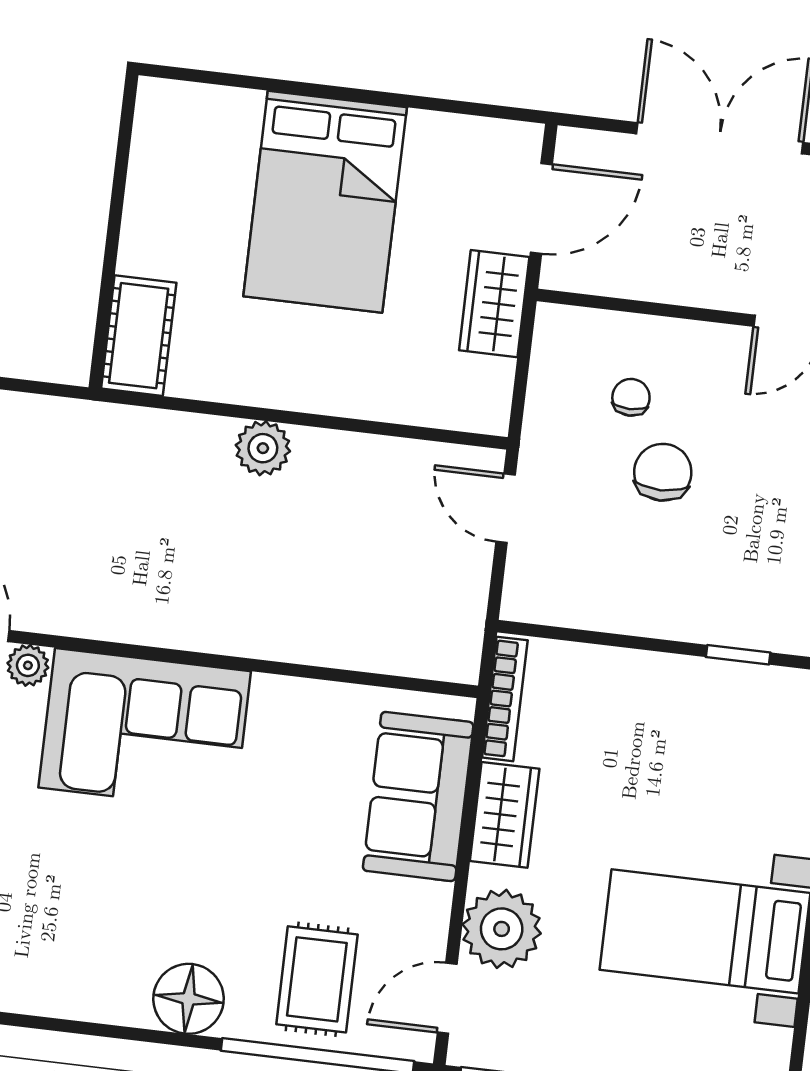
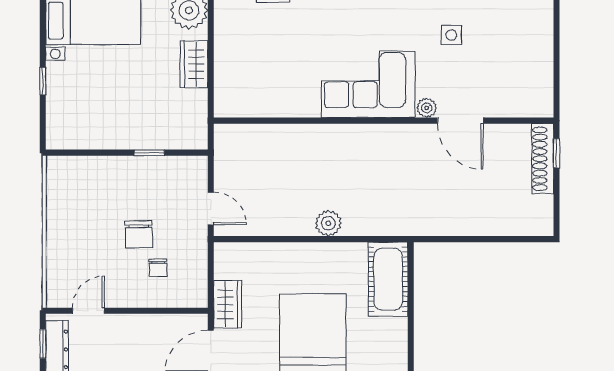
cot: (139, 336) -> (388, 279), width x1.37, depth x1.34
window: (738, 655) -> (149, 153), moved
bookcase: (505, 699) -> (200, 119), removed
sofa: (418, 796) -> (236, 68), removed

